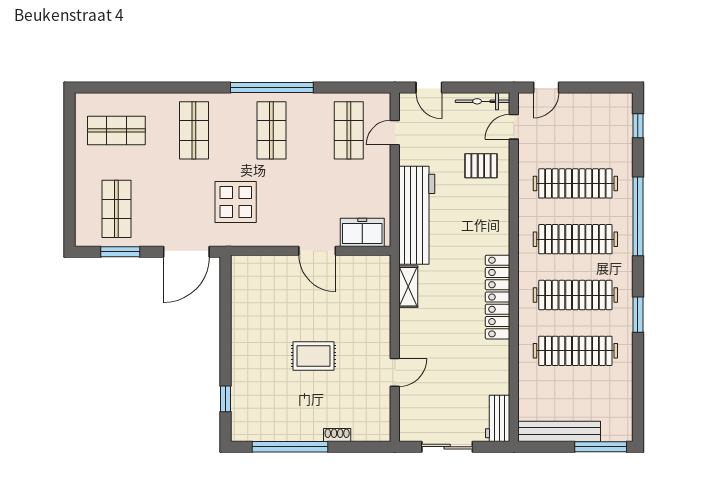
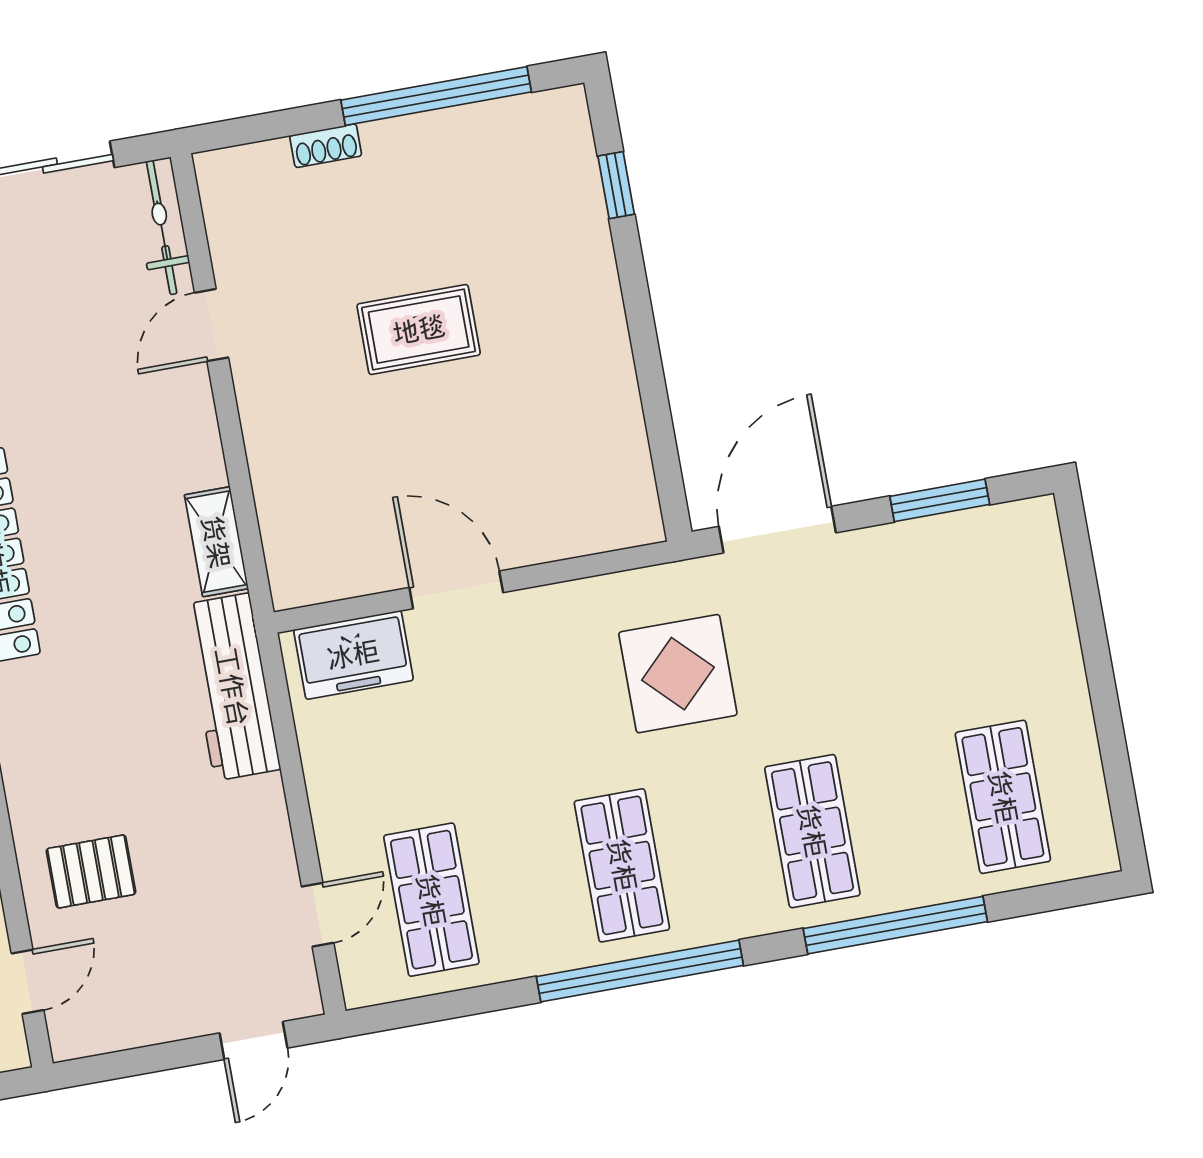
window: (168, 88) -> (895, 925), added
door: (429, 88) -> (254, 1041), swing flipped
bicycle: (483, 101) -> (162, 227), moved, turned -90
shop shelf: (116, 130) -> (1003, 797), turned 90
shop shelf: (116, 209) -> (968, 604), removed
workbench: (417, 215) -> (232, 687), width x0.73, depth x0.76

